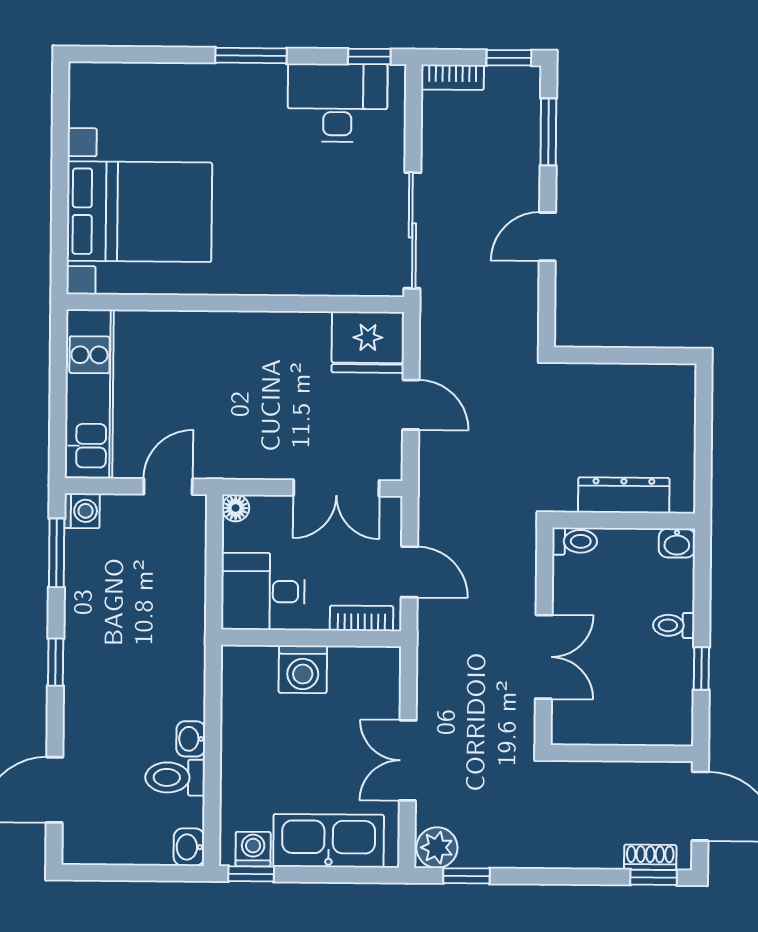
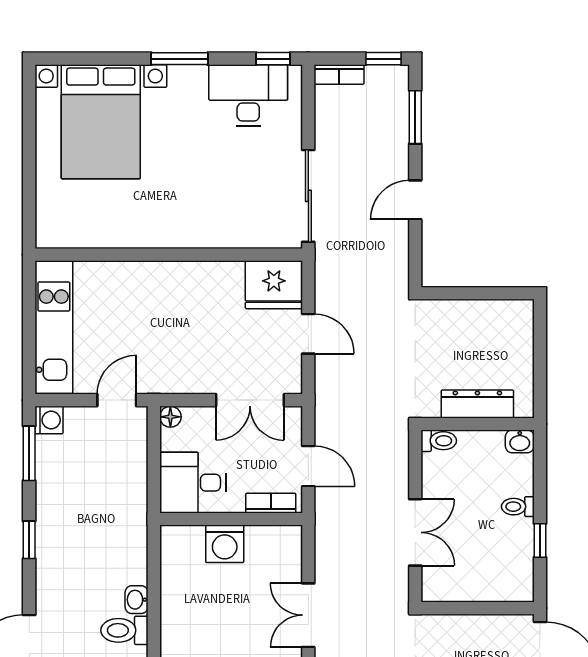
bed with nightstands: (139, 212) -> (101, 122), moved, turned 90

